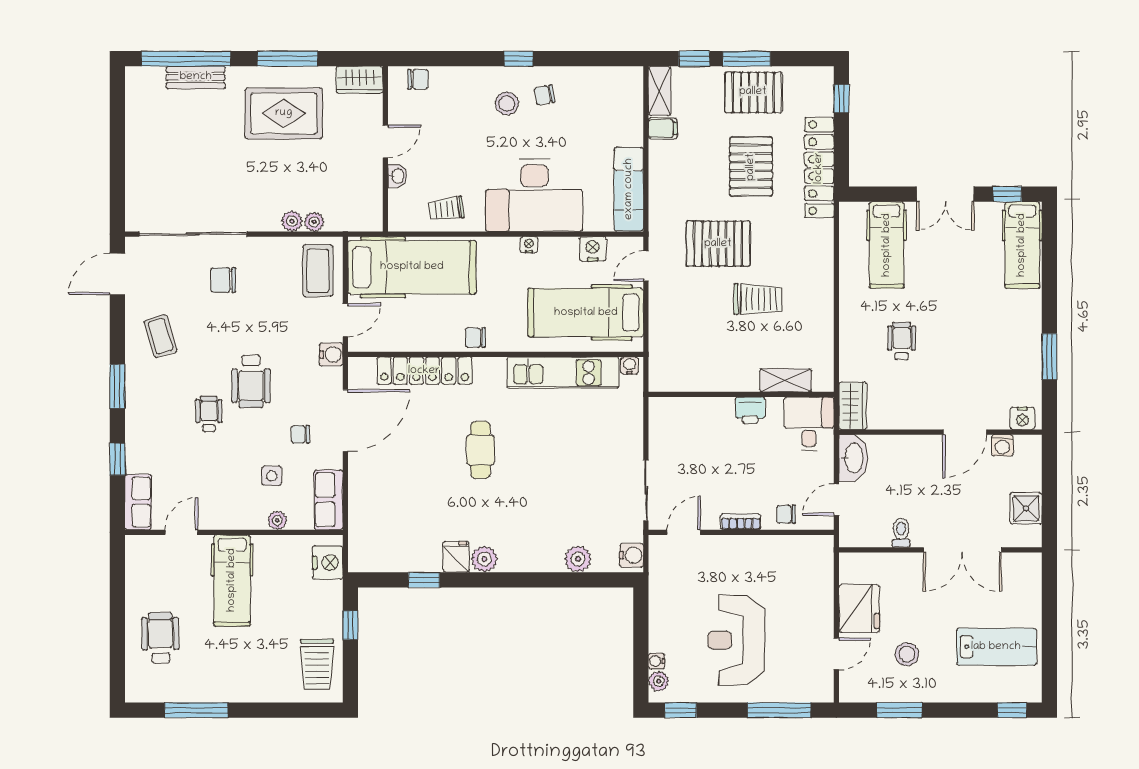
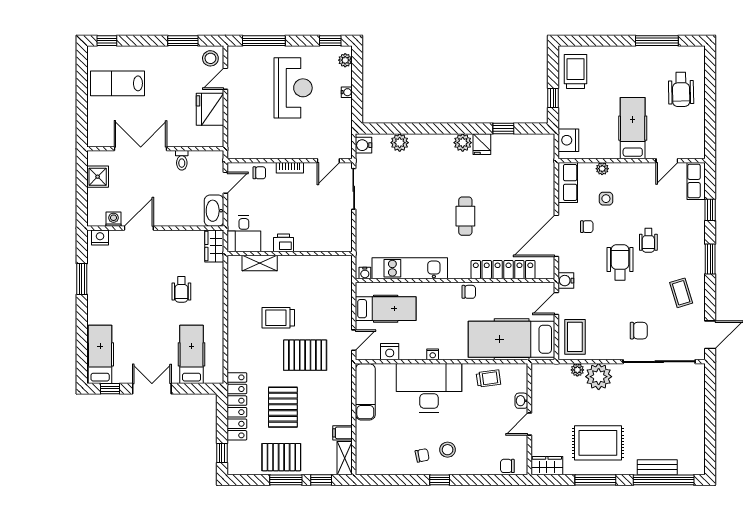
plant: (292, 221) -> (599, 377), width x1.88, depth x1.88
hospital bed: (586, 313) -> (386, 309), width x0.73, depth x0.78
stool: (907, 654) -> (210, 58), moved
water cooler: (656, 661) -> (347, 92), moved

